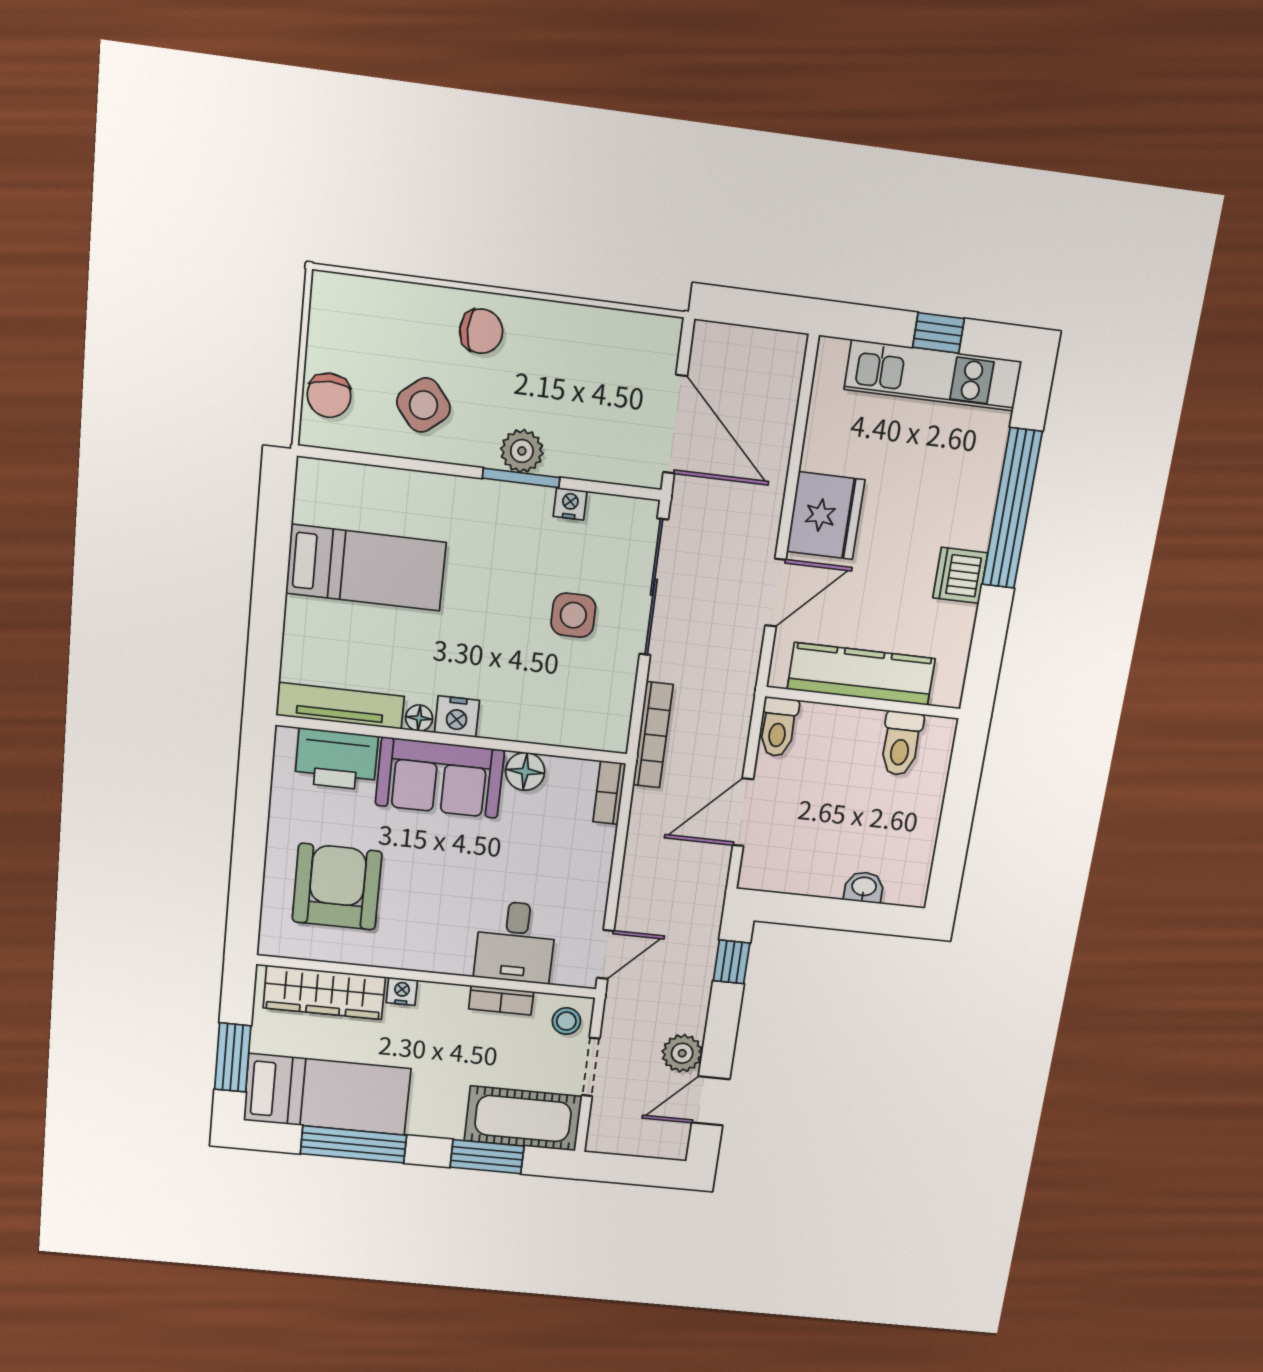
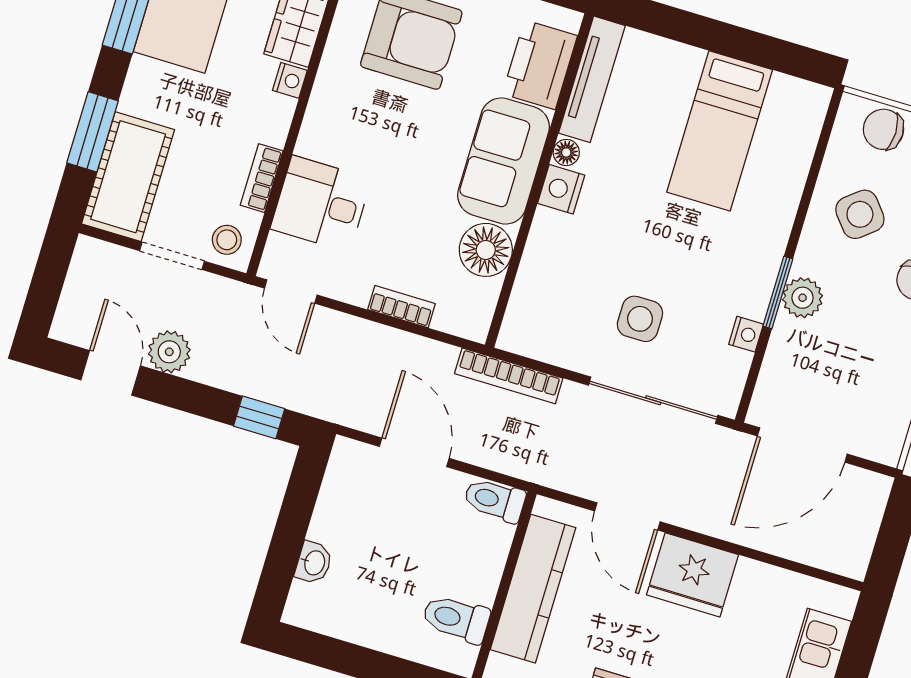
floor lamp: (525, 771) -> (486, 250), width x1.38, depth x1.38
bookcase: (609, 793) -> (401, 307), moved

